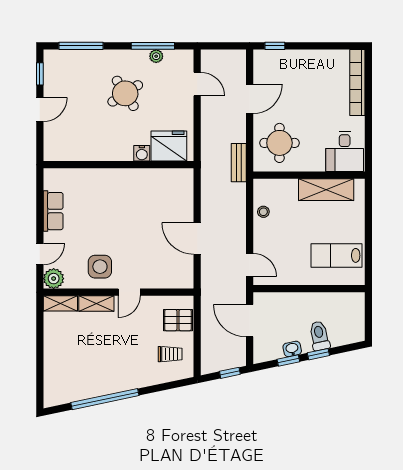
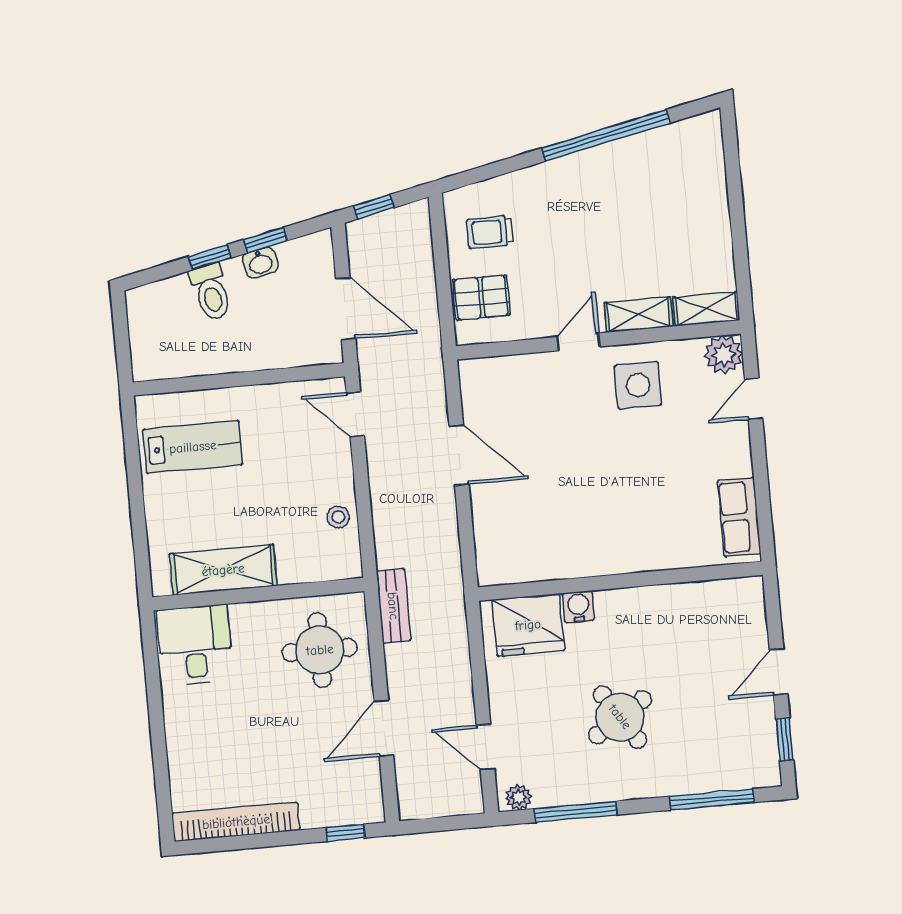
plant: (156, 56) -> (518, 797), moved
bookcase: (357, 83) -> (236, 822), moved, turned -90
row of seats: (53, 211) -> (739, 517), moved

